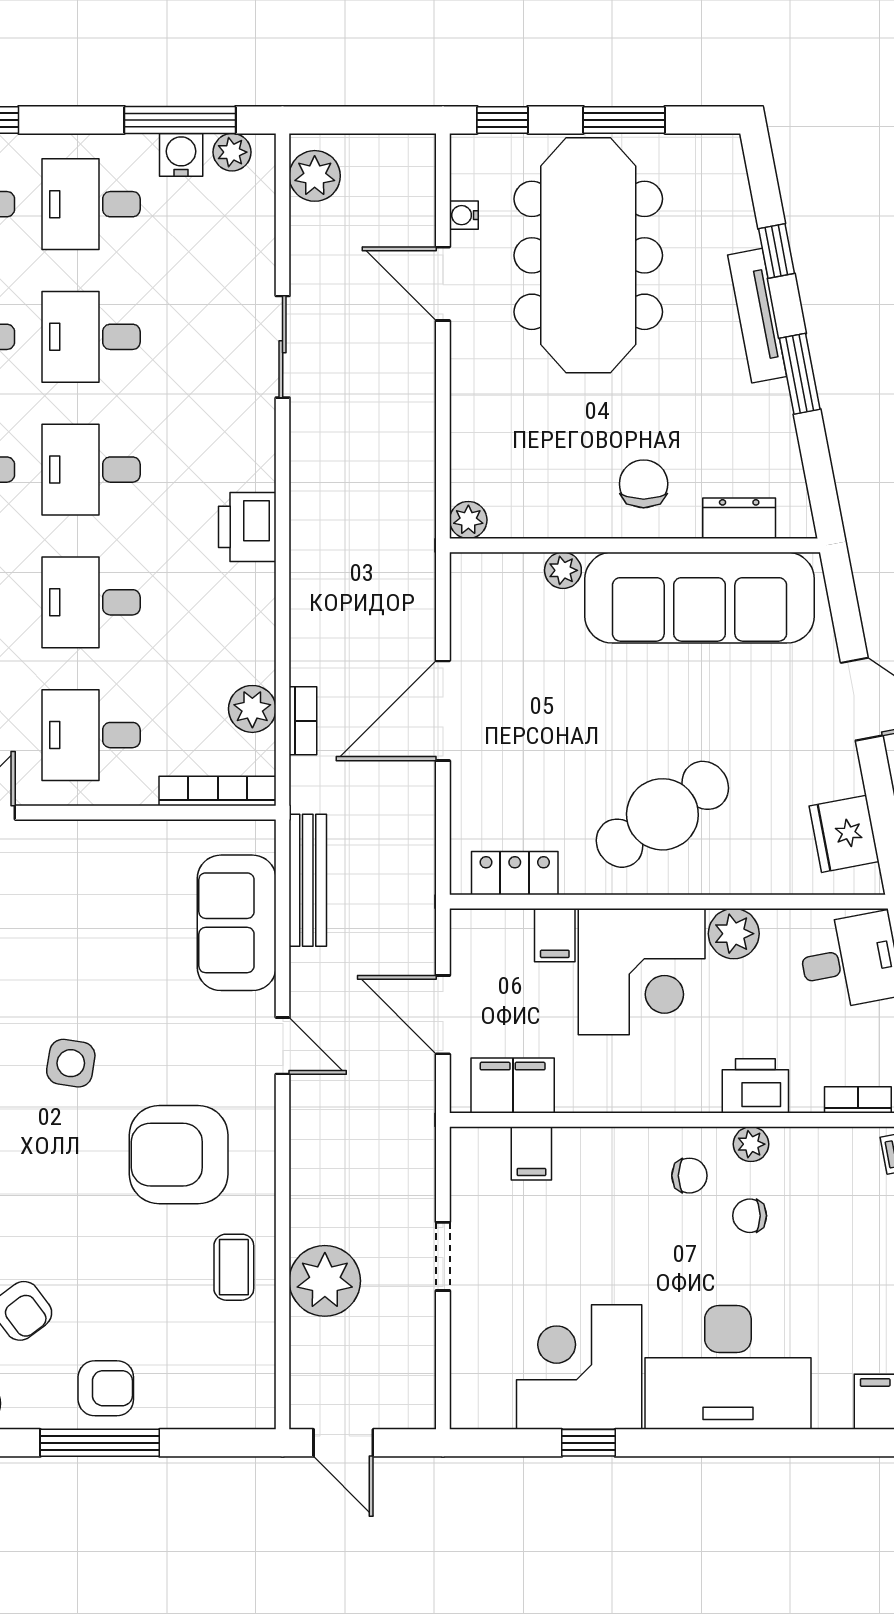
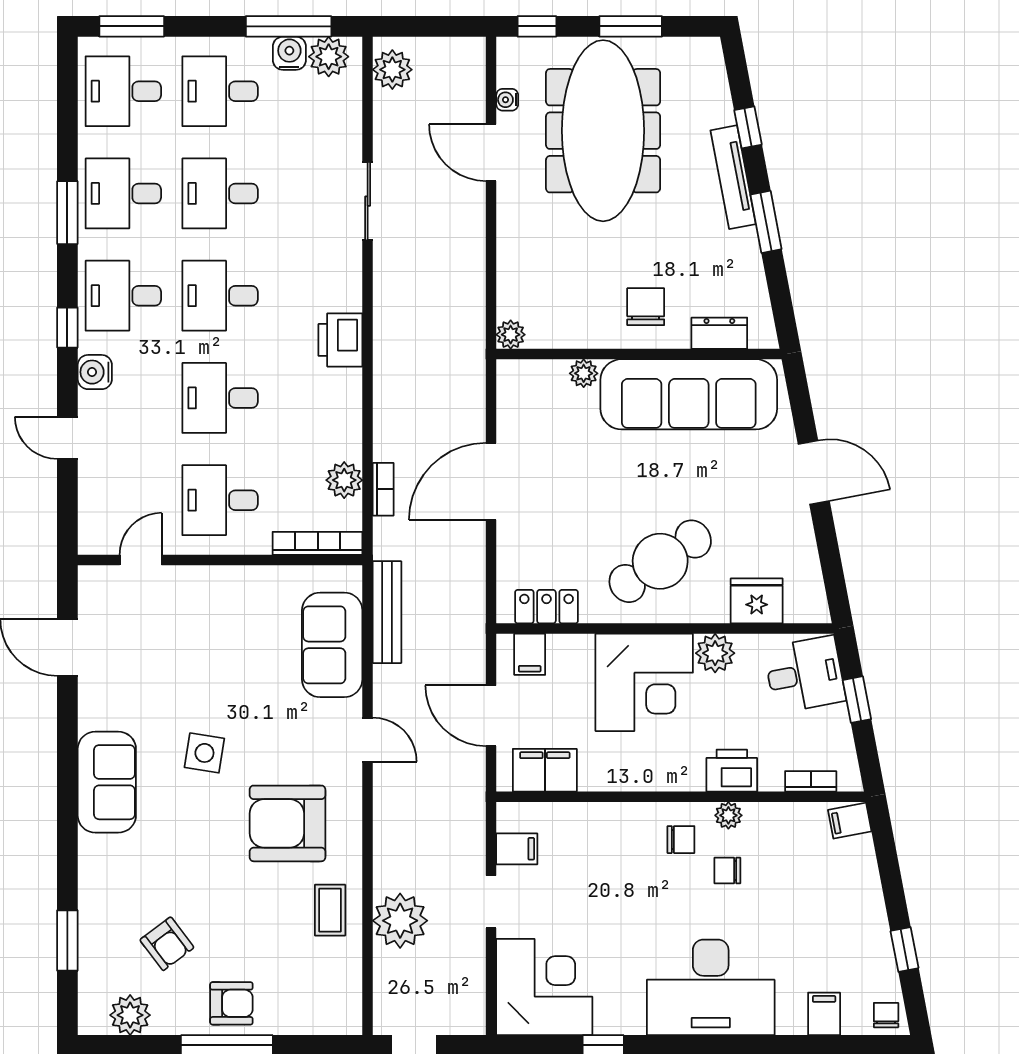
plant: (232, 152) -> (329, 57), width x1.38, depth x1.38
fridge: (844, 834) -> (757, 601), moved, turned 101
filing cabinet: (555, 935) -> (530, 654), moved
filing cabinet: (531, 1153) -> (517, 849), moved, turned -90
corner desk: (579, 1367) -> (544, 987), moved, turned 90

